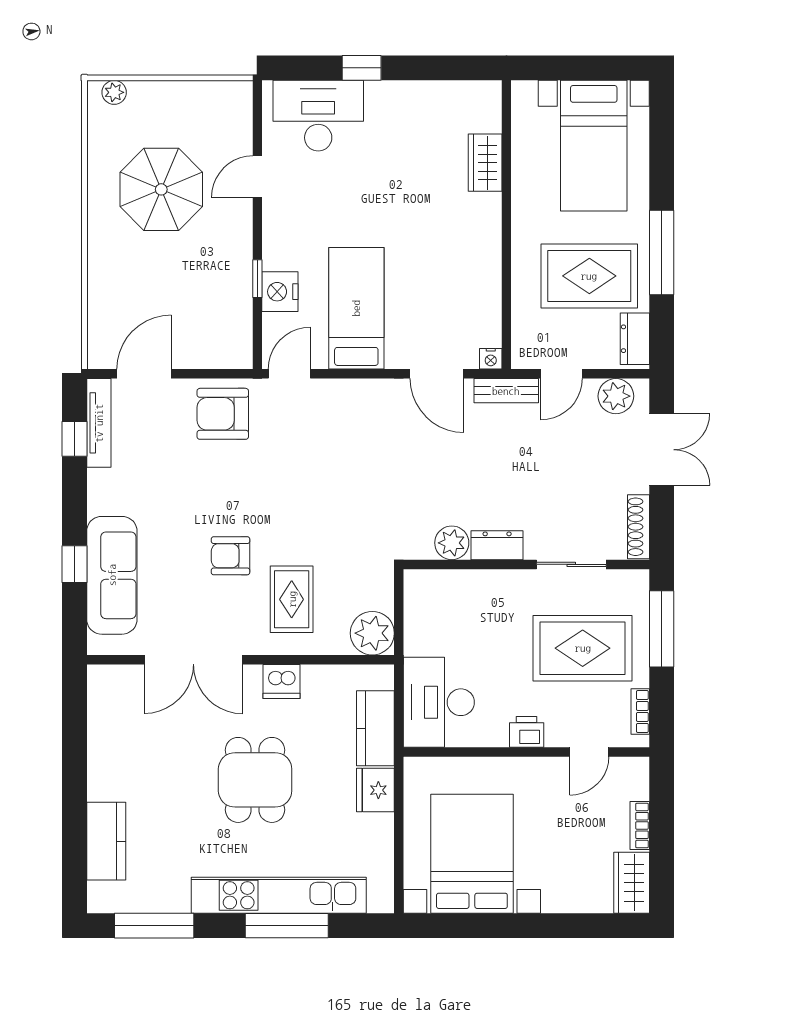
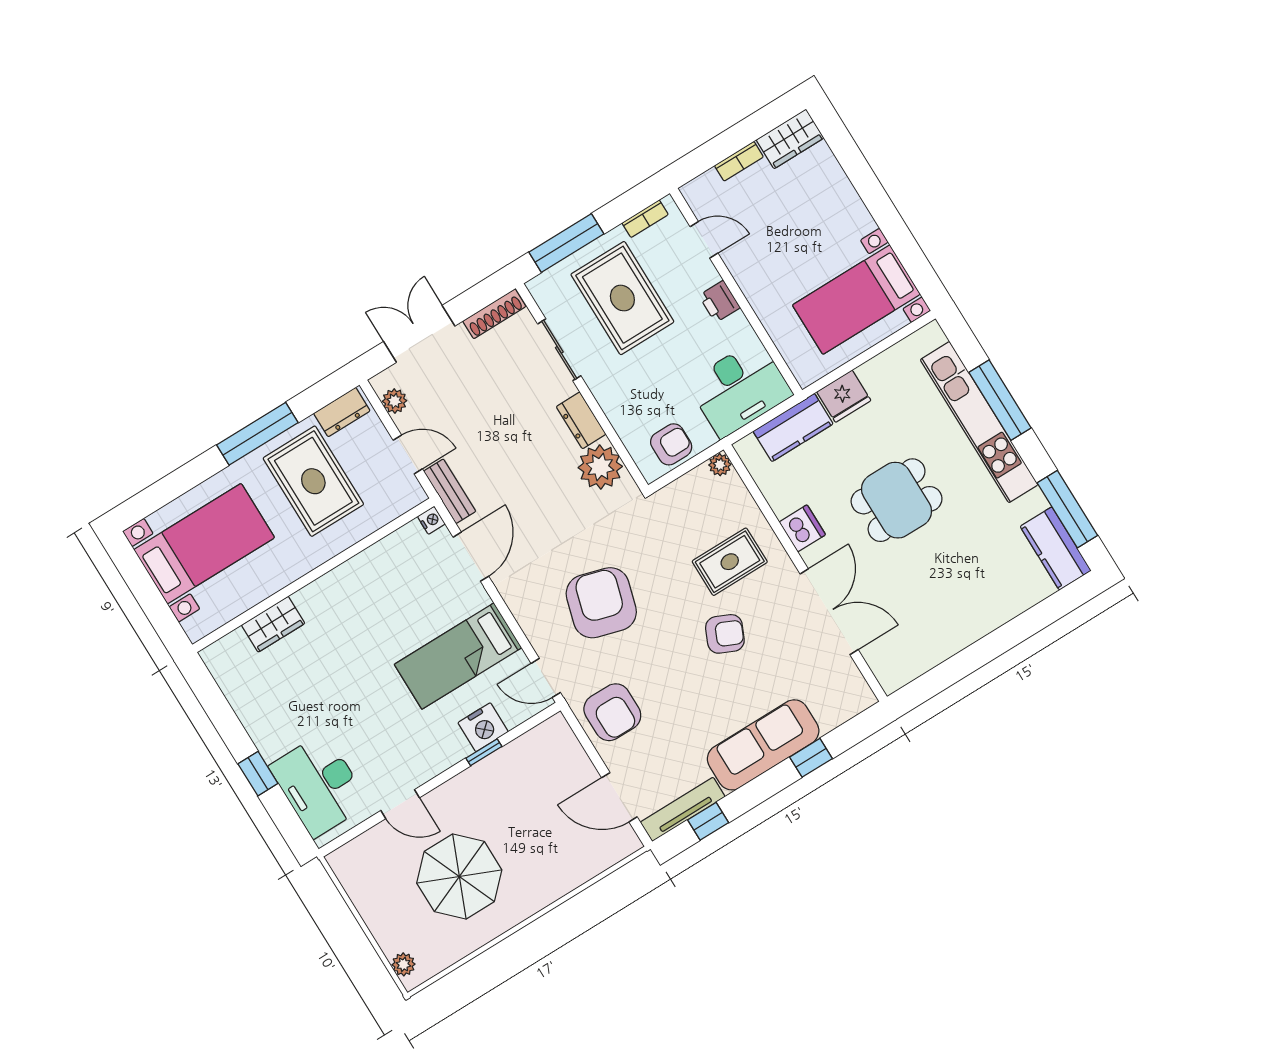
plant: (616, 396) -> (395, 401), width x0.73, depth x0.73
armchair: (325, 464) -> (601, 603), added
plant: (452, 543) -> (600, 467), width x1.36, depth x1.36
armchair: (231, 556) -> (725, 634), turned -66
sofa: (112, 575) -> (763, 745), moved
armchair: (427, 612) -> (671, 444), added
plant: (372, 633) -> (720, 465), width x0.53, depth x0.53
kitchen counter: (106, 841) -> (1056, 549), moved, turned -90
bed with nightstands: (472, 854) -> (856, 300), width x0.73

